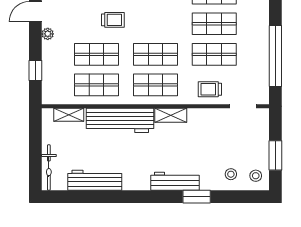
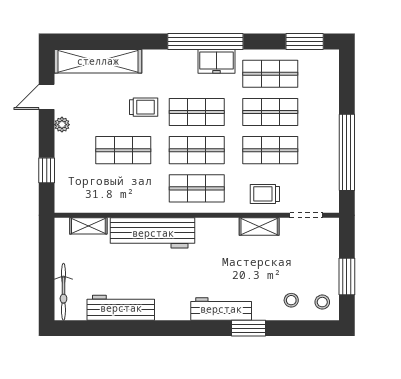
shop shelf: (97, 85) -> (197, 112), moved
shelving: (171, 115) -> (259, 226), moved

